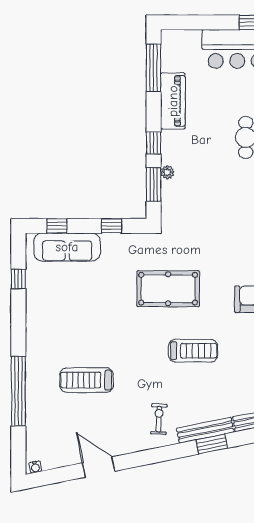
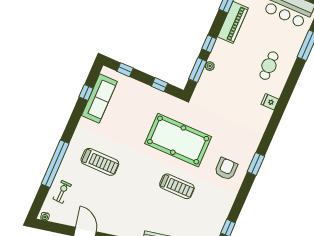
sofa: (67, 247) -> (99, 99), moved, turned -90
pool table: (168, 289) -> (178, 140), width x1.36, depth x1.32
treadmill: (87, 380) -> (100, 162), moved, turned 180
exercise bike: (159, 419) -> (62, 192), moved

